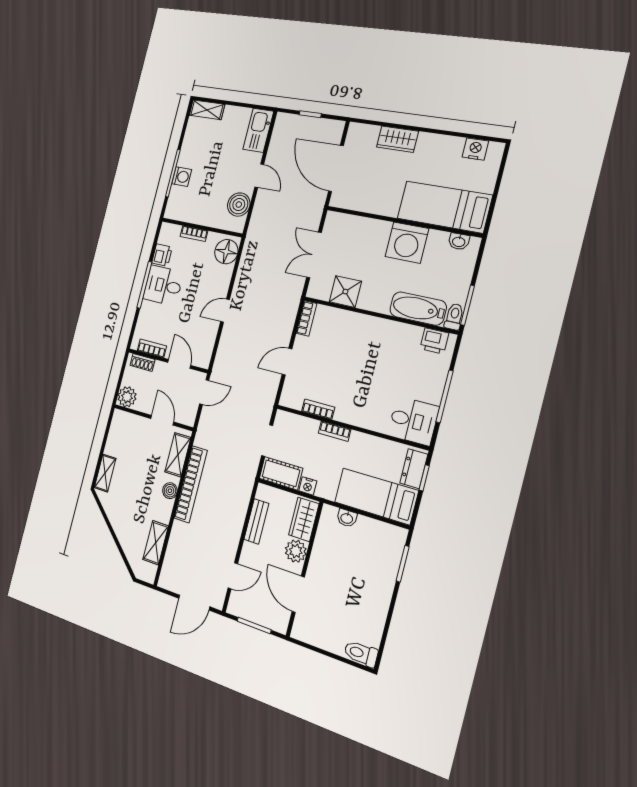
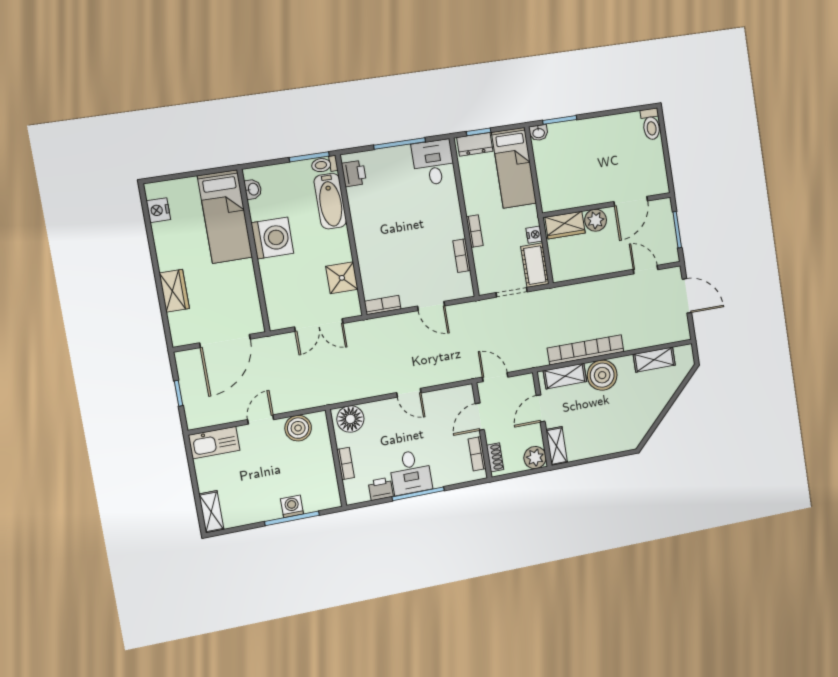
shelving: (105, 473) -> (557, 446), moved, turned 90
boiler: (170, 491) -> (602, 375), width x1.86, depth x1.86
washbasin: (347, 518) -> (539, 133), moved, turned 90
bench: (256, 521) -> (588, 269), removed

